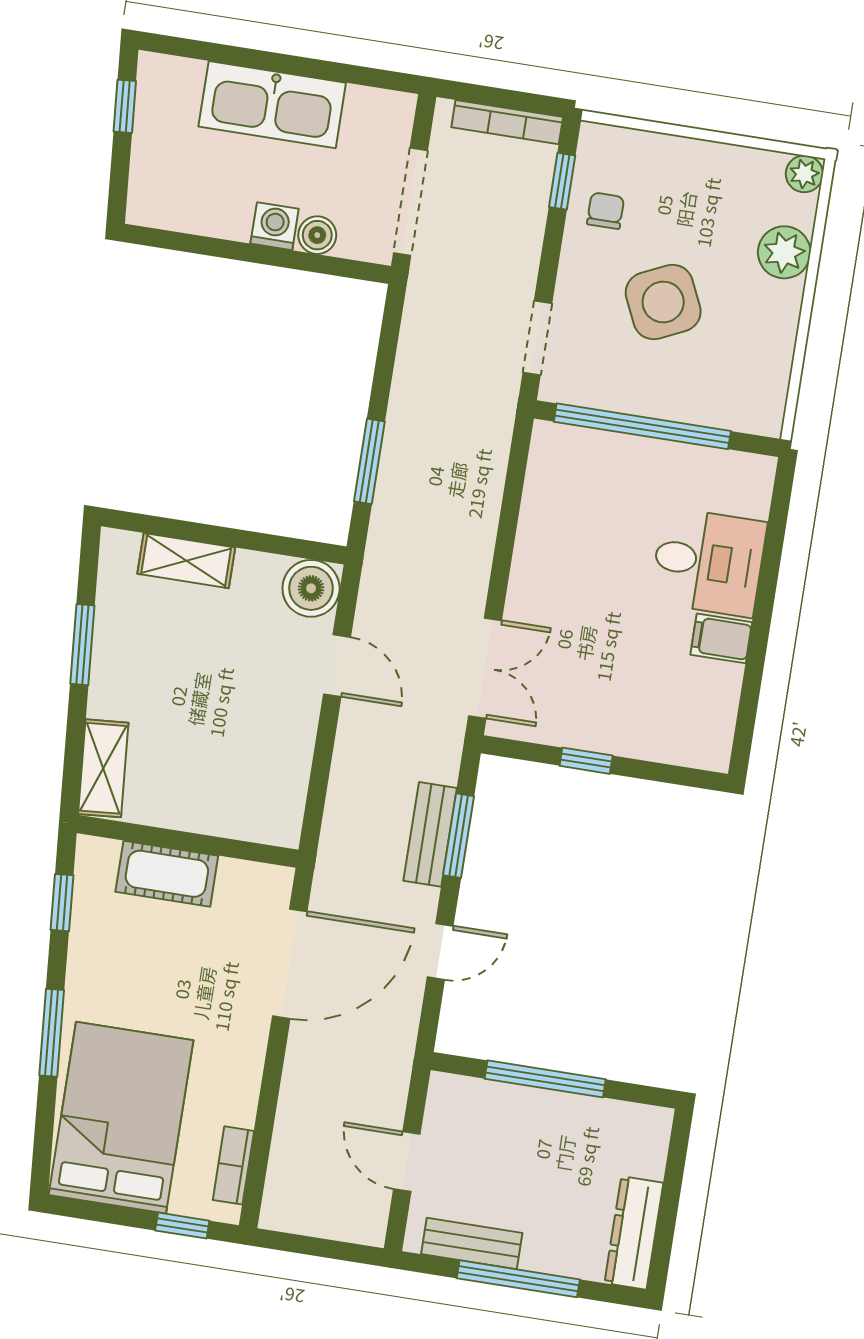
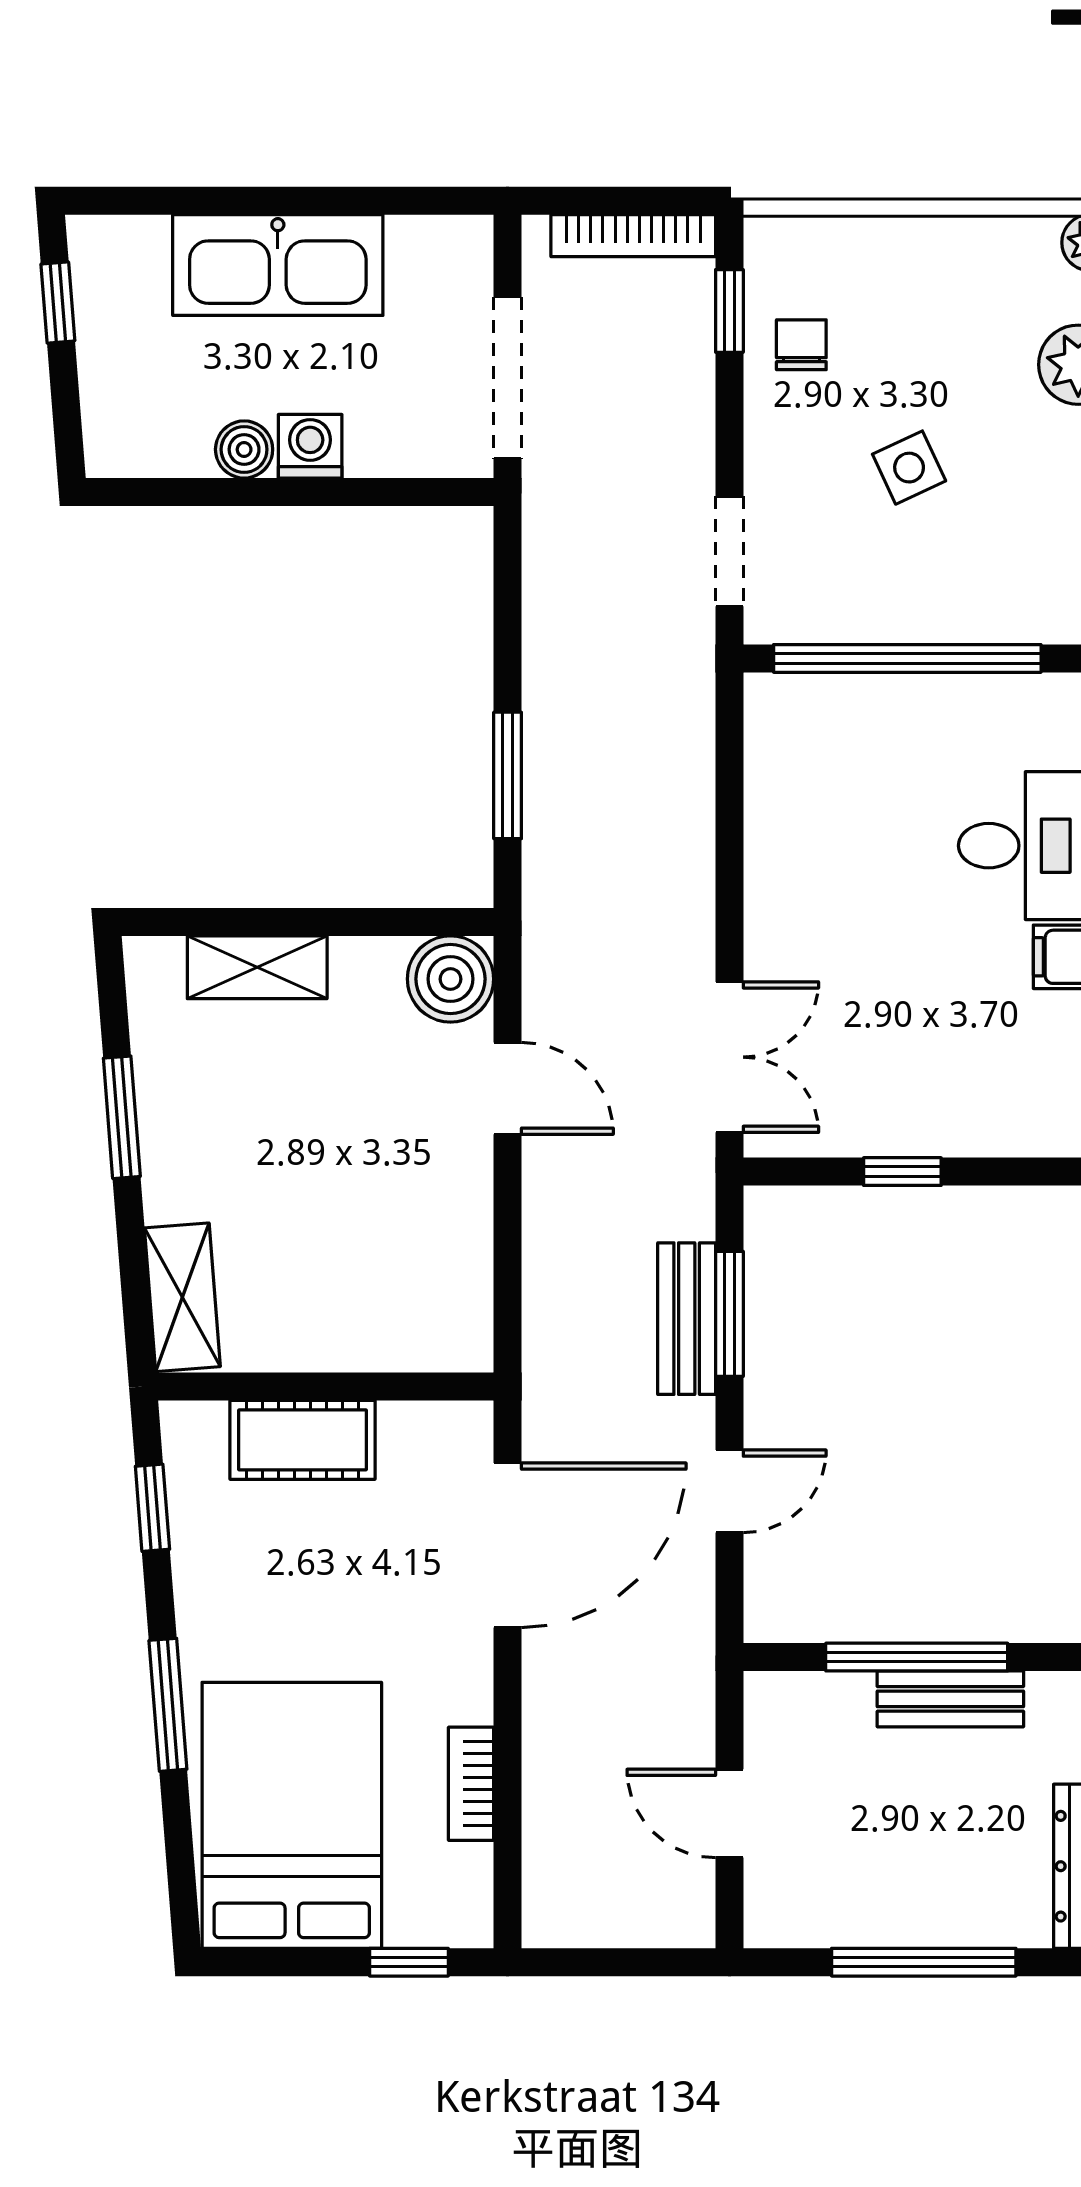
boiler: (317, 235) -> (244, 449), moved
side table: (663, 302) -> (909, 468), width x0.54, depth x0.54
bookcase: (233, 1165) -> (471, 1784), moved
bench: (472, 1243) -> (950, 1699), moved

